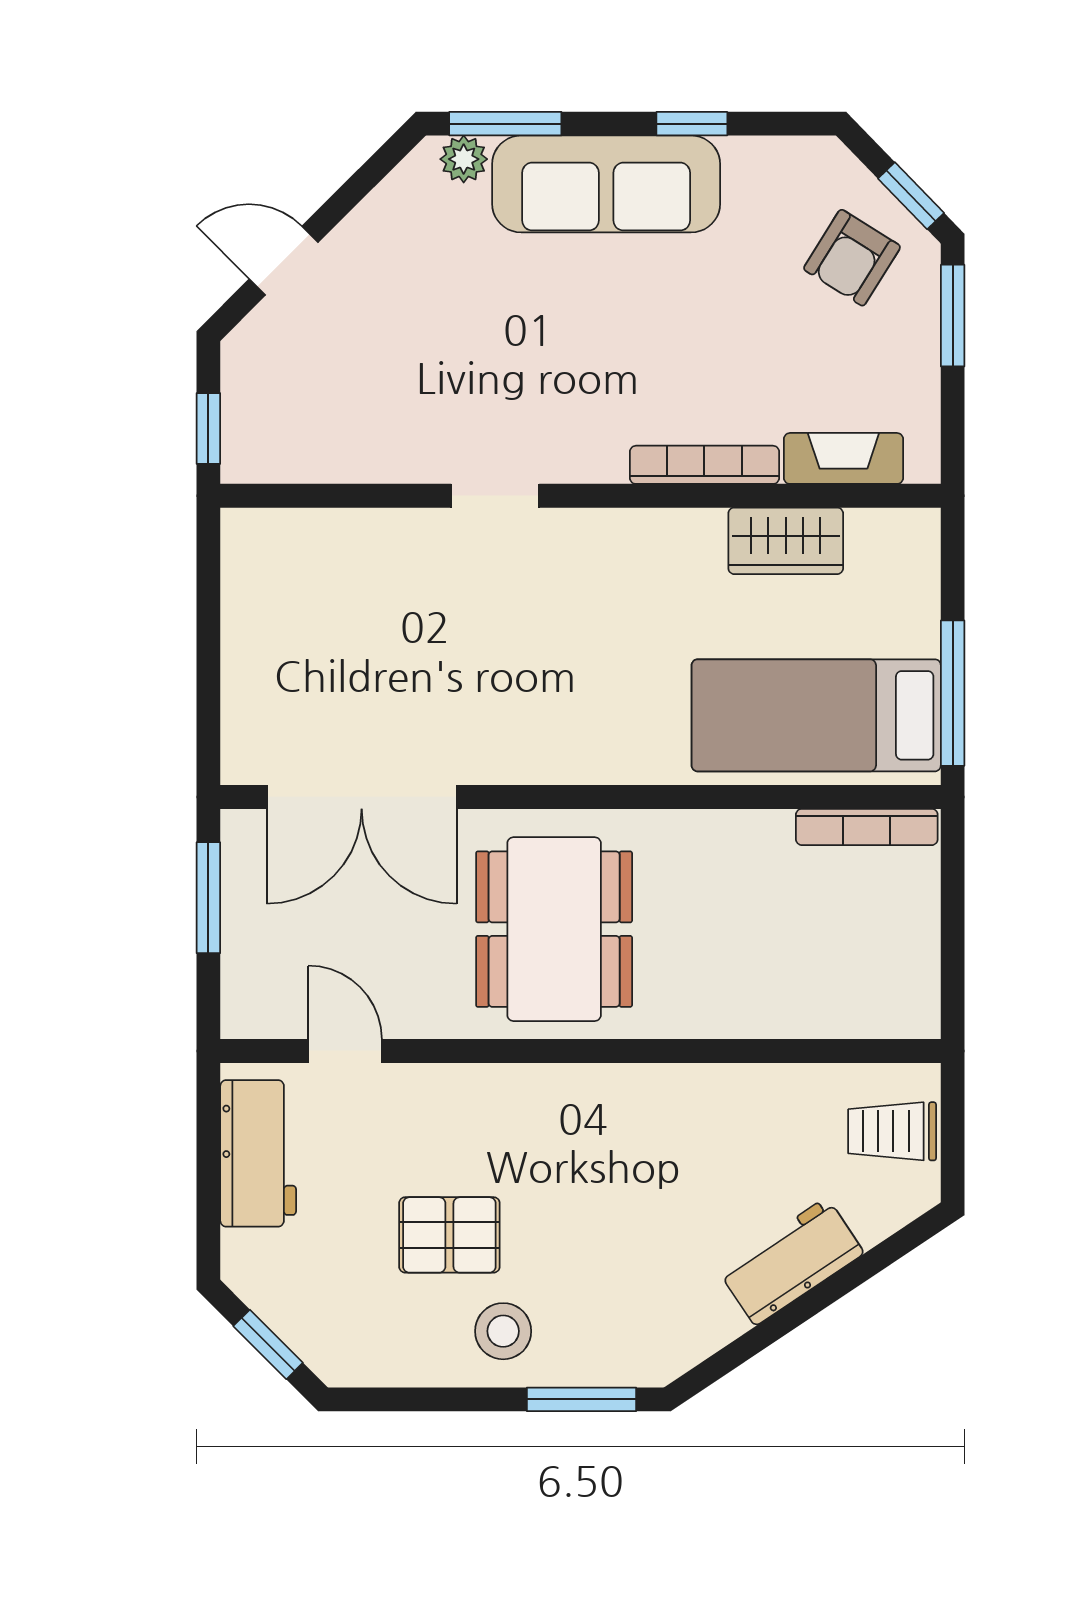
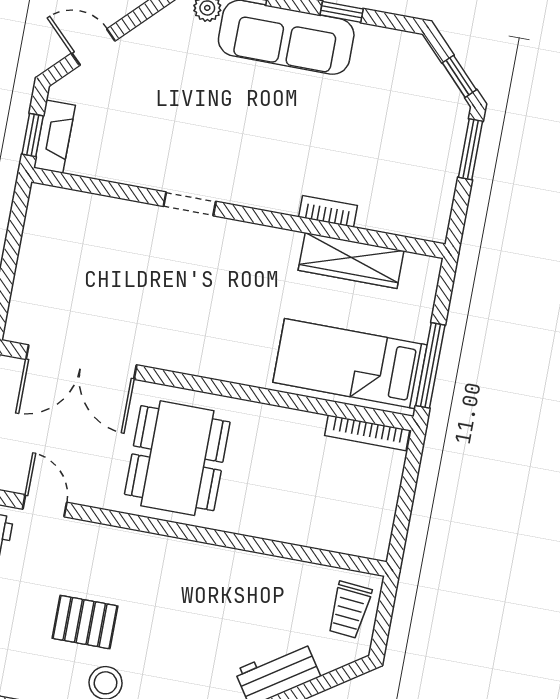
armchair: (852, 258) -> (419, 105), removed
fireplace: (843, 458) -> (54, 137), moved, turned 90
bookcase: (704, 465) -> (328, 211), width x0.64
wardrobe: (786, 541) -> (351, 261), width x1.50
trolley: (892, 1131) -> (349, 610), turned -85

